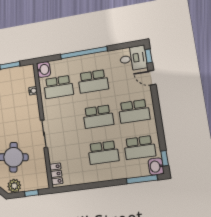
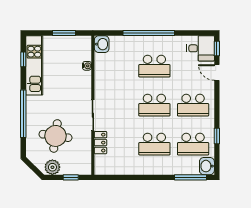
school desk: (58, 87) -> (116, 66), removed
window: (165, 158) -> (217, 136), moved
locker: (56, 174) -> (100, 143), moved

